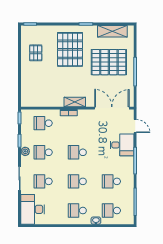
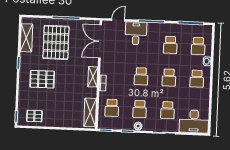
pallet: (70, 49) -> (42, 79), width x0.73, depth x0.71
pallet: (36, 53) -> (34, 116), moved
shelving: (37, 101) -> (90, 112), added

